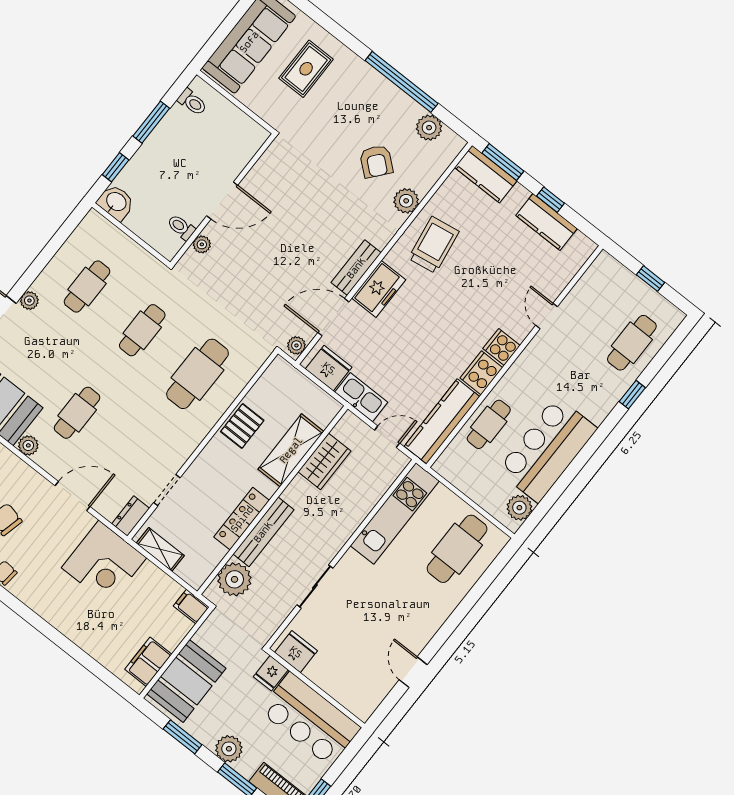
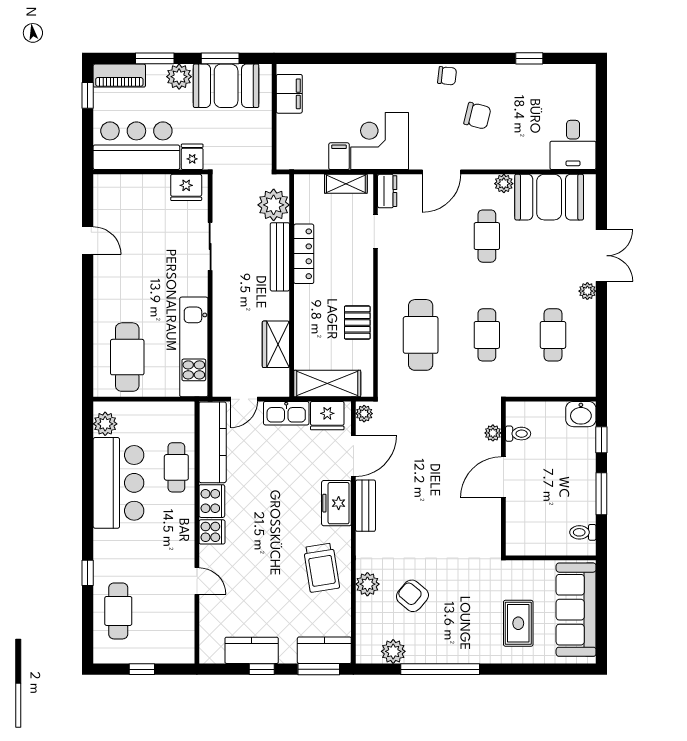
shelving: (291, 450) -> (327, 384), moved, turned 90
filing cabinet: (191, 606) -> (339, 156), moved, turned -90
booth: (186, 681) -> (226, 86), moved, turned 90

